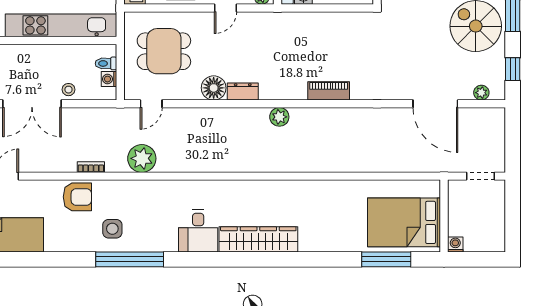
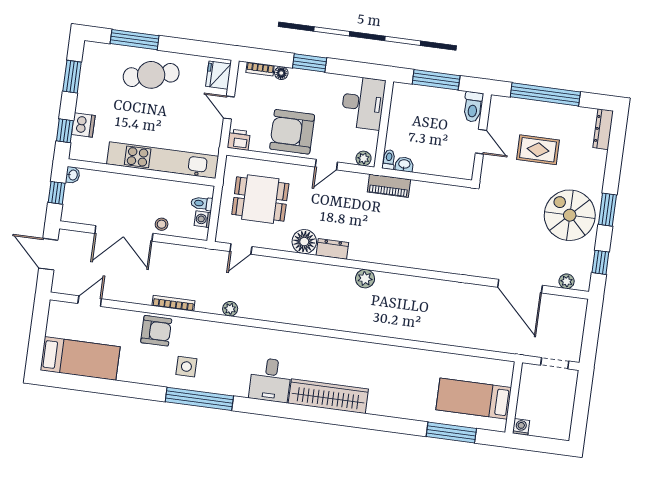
piano: (329, 91) -> (389, 186), moved, turned 180
plant: (142, 158) -> (230, 309), width x0.53, depth x0.53
bookcase: (91, 167) -> (173, 303), width x1.56
bed: (404, 222) -> (474, 399), width x0.67

